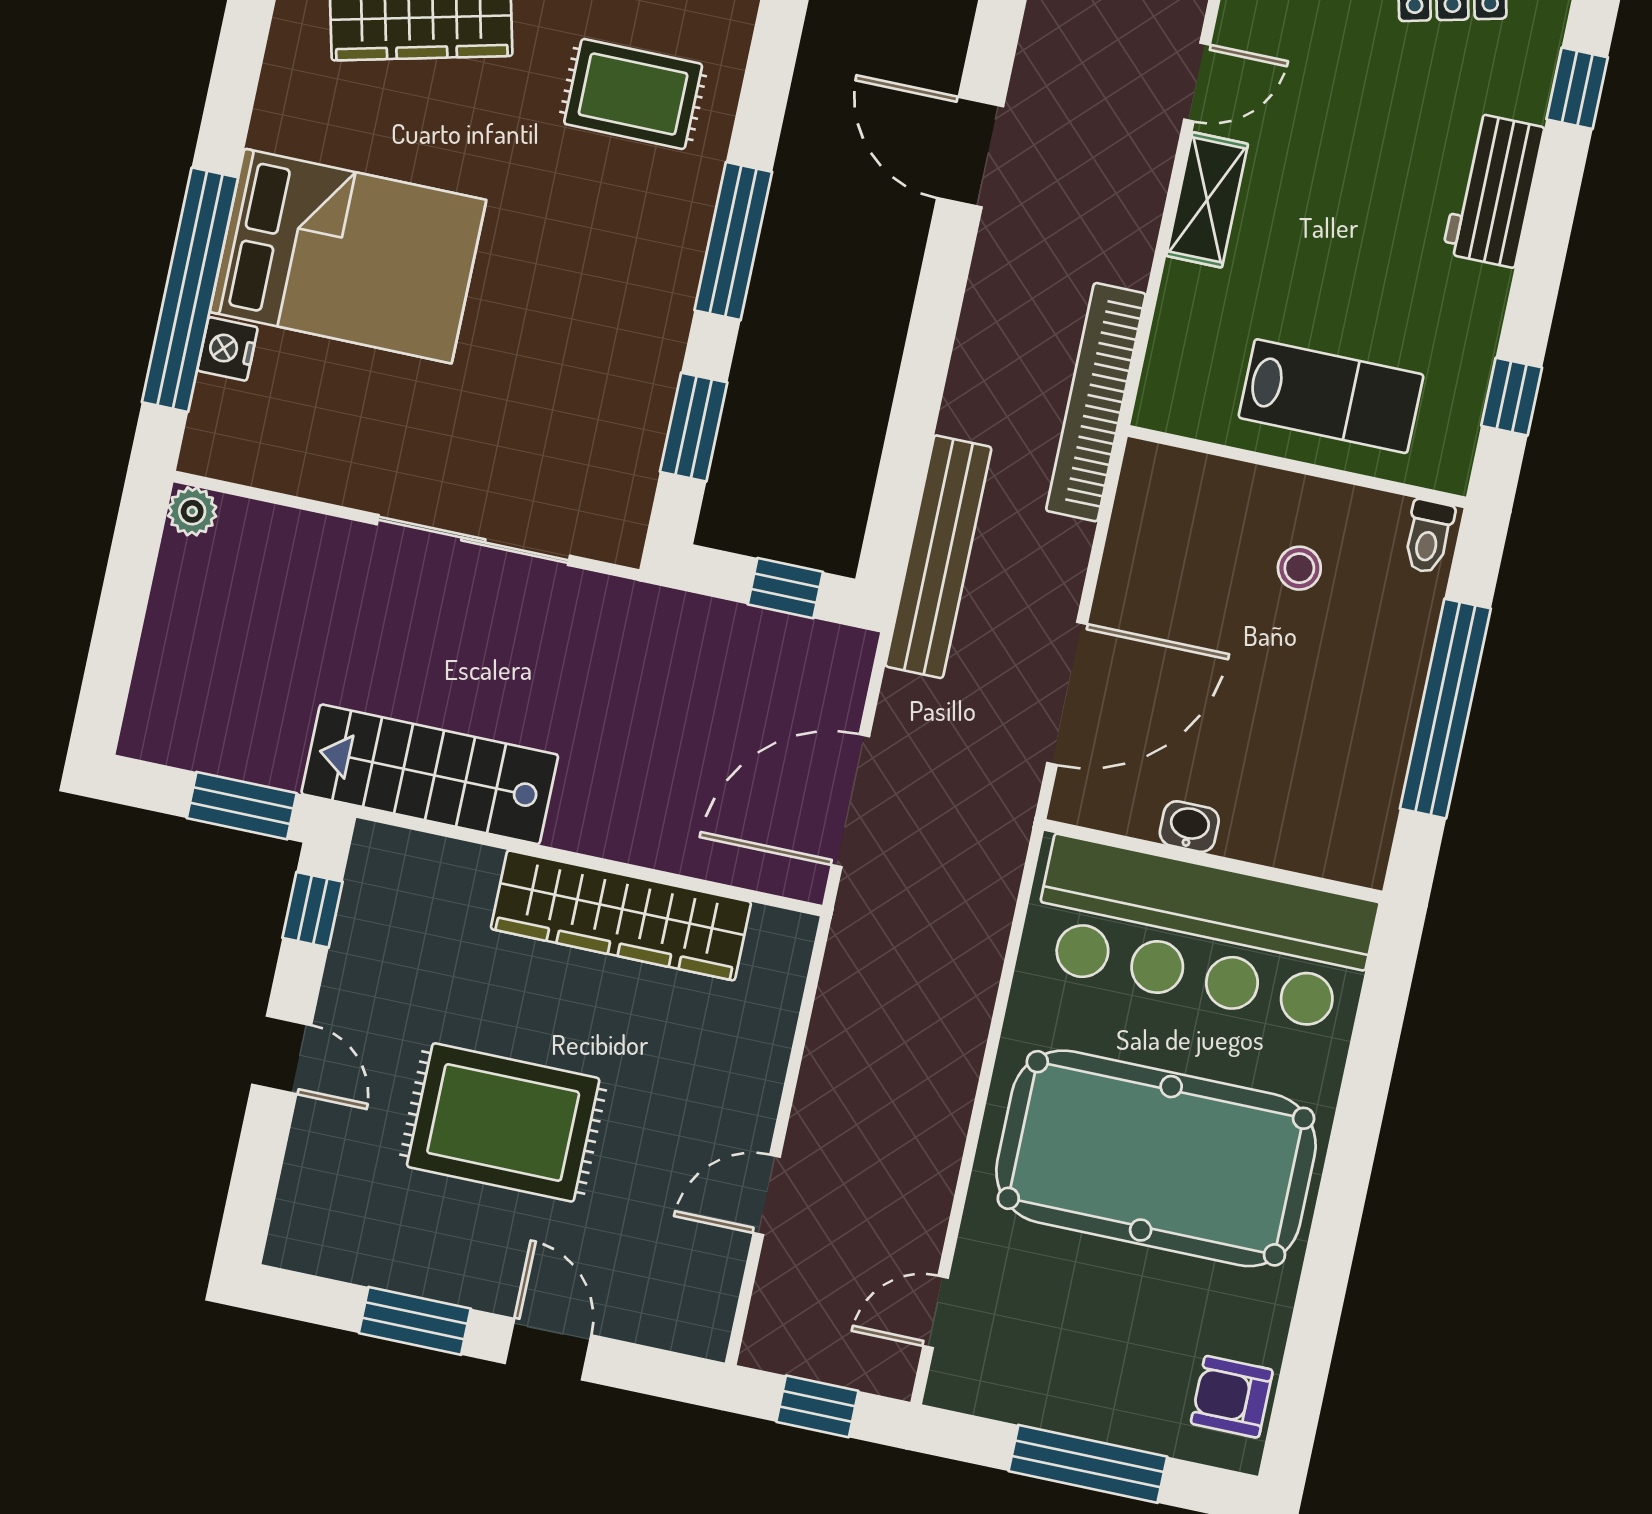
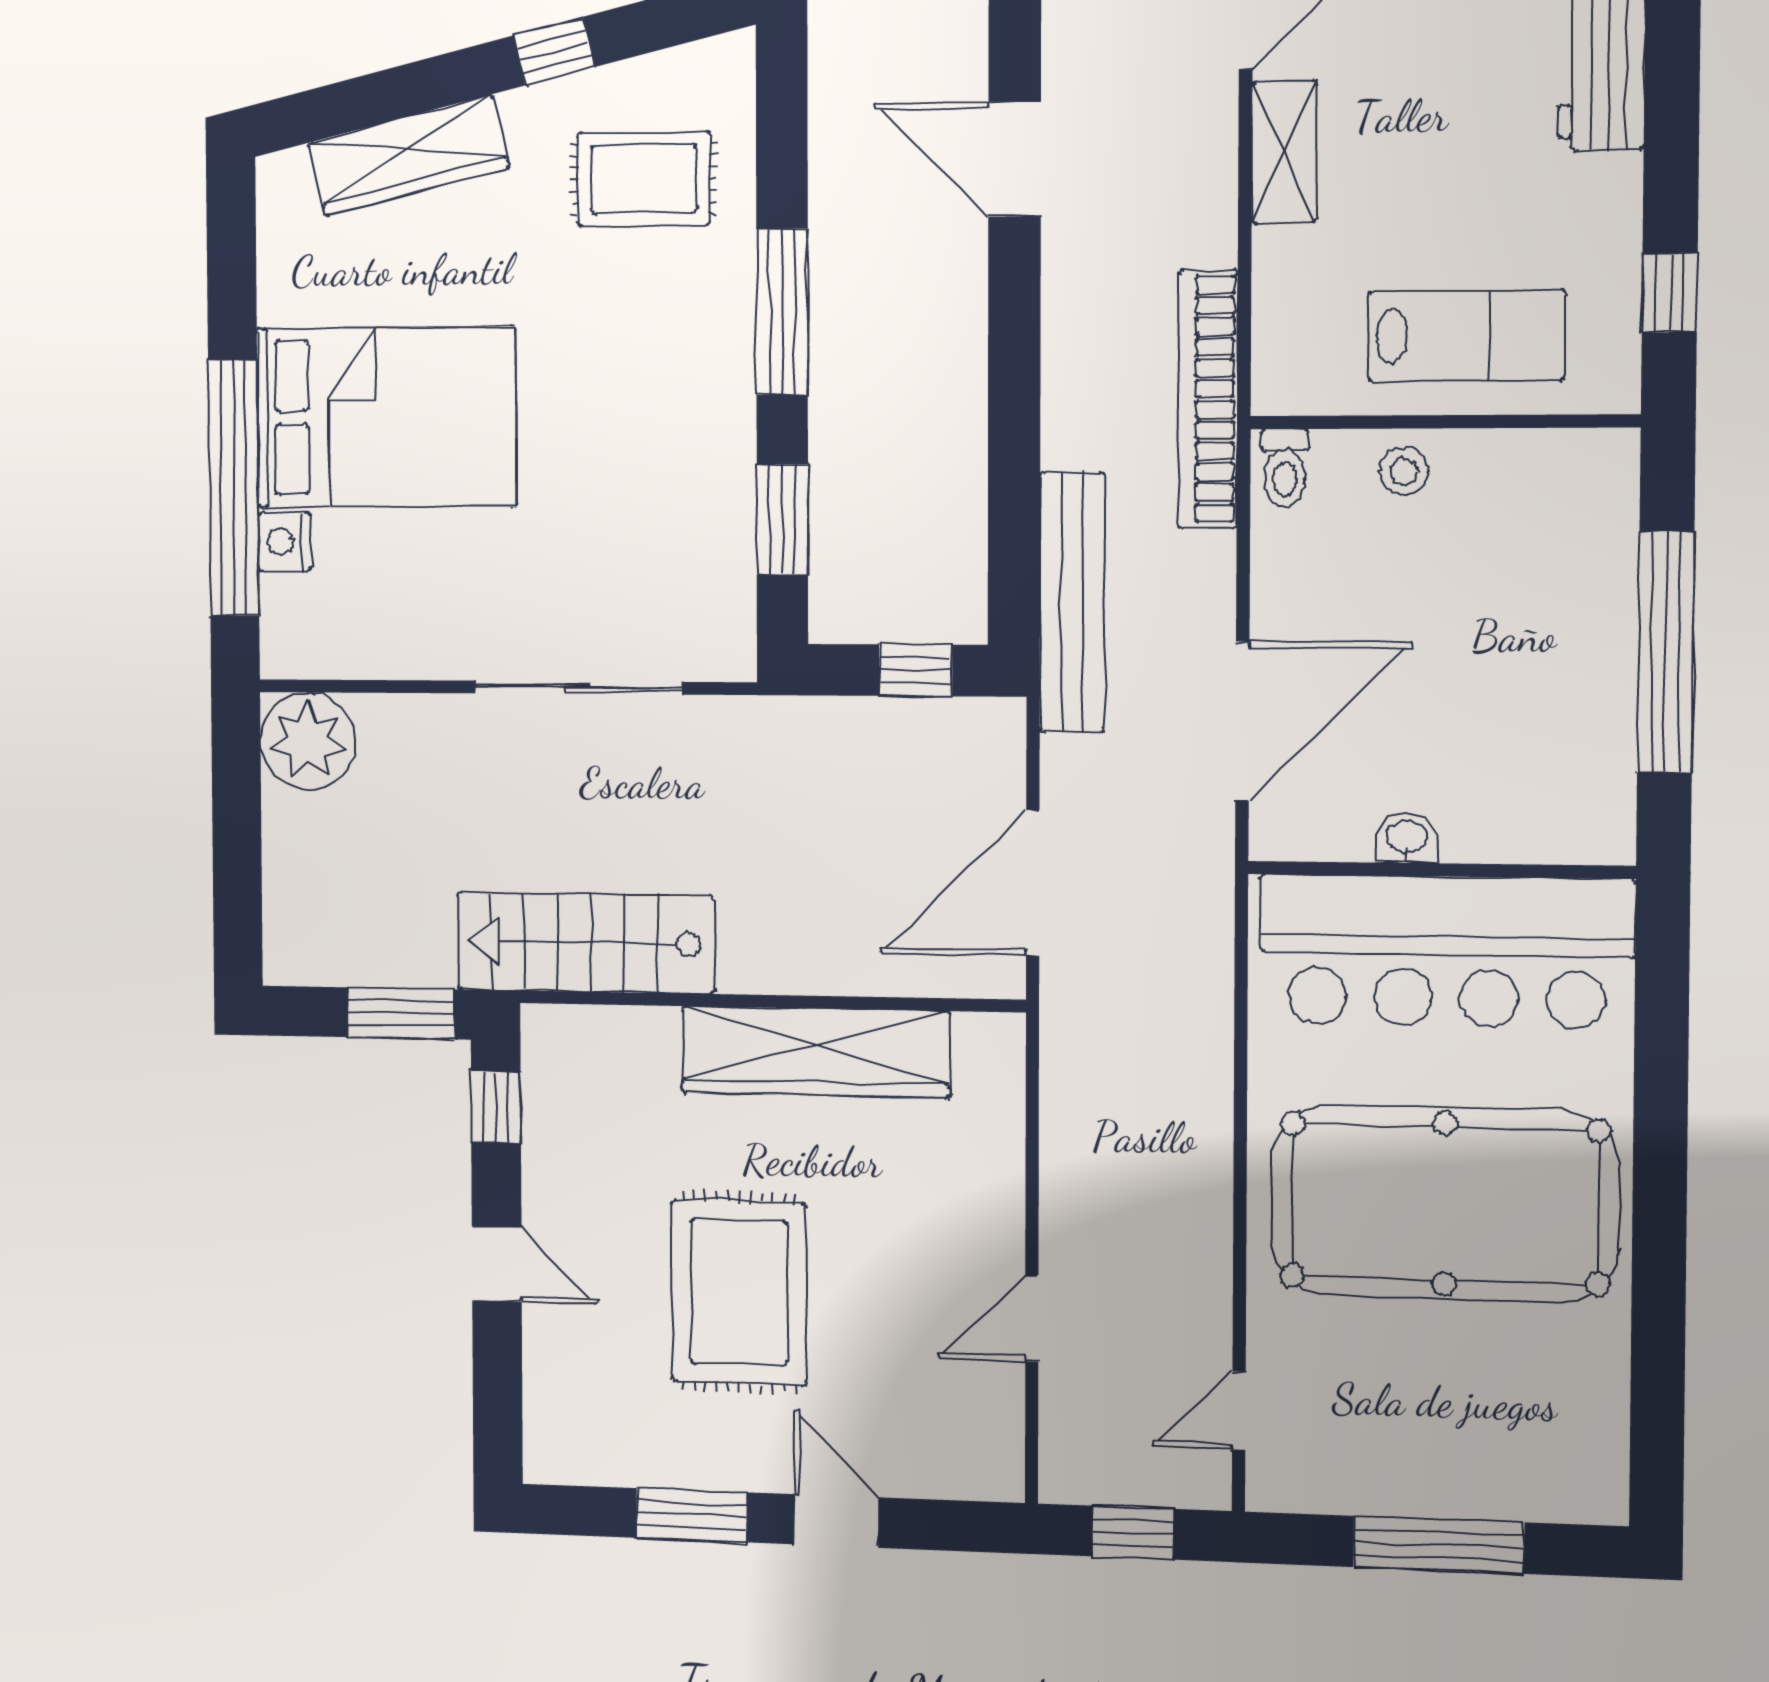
plant: (192, 511) -> (308, 741), width x1.88, depth x1.88
toilet: (1428, 537) -> (1285, 468), moved
stool: (1299, 568) -> (1404, 471), moved
rug: (503, 1122) -> (739, 1292), turned 90
armchair: (1232, 1397) -> (1582, 1446), removed

